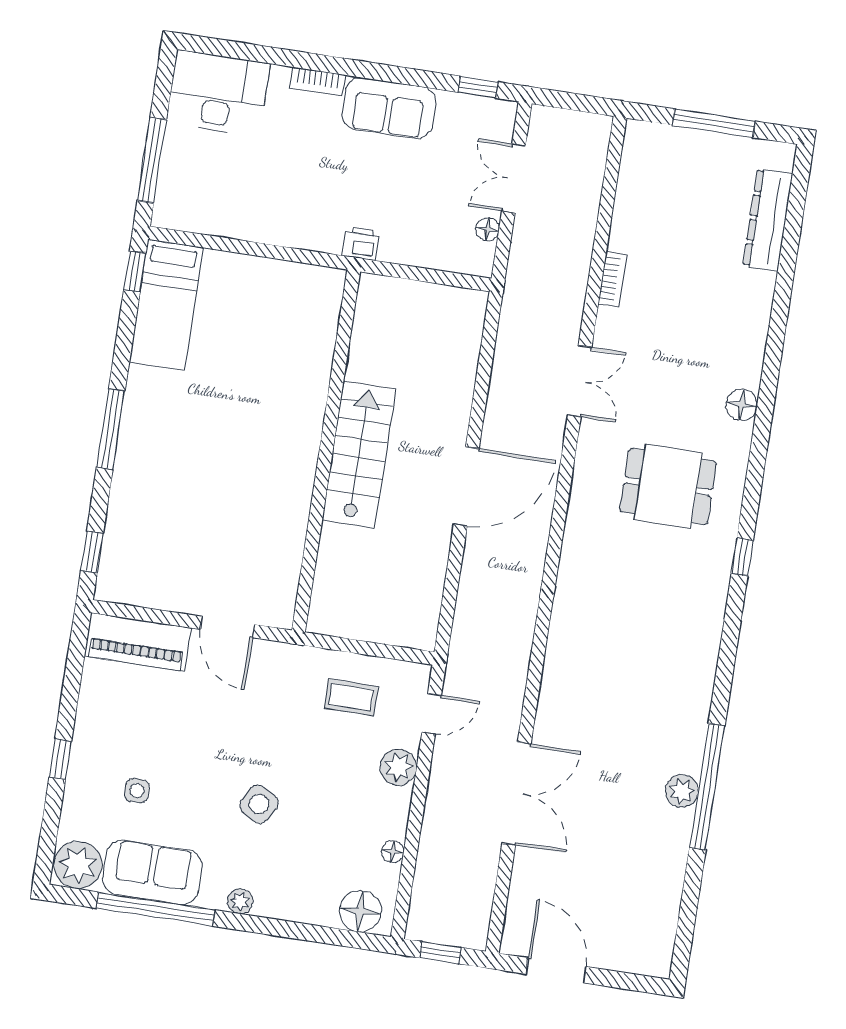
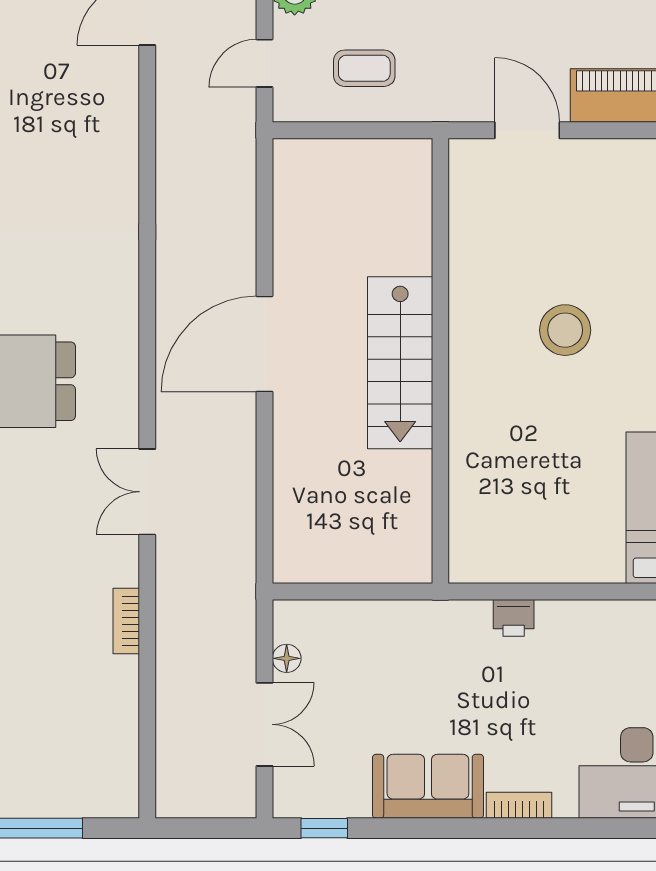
printer: (361, 243) -> (514, 618), moved
stool: (221, 460) -> (565, 330), added

